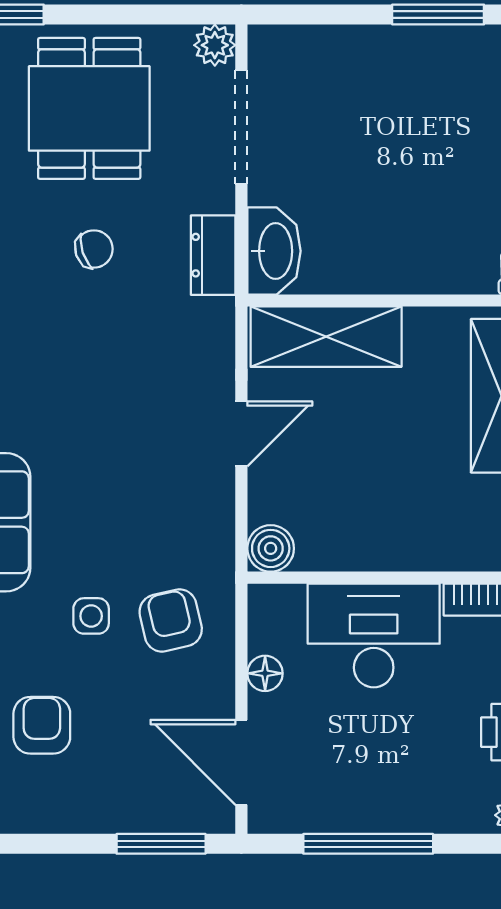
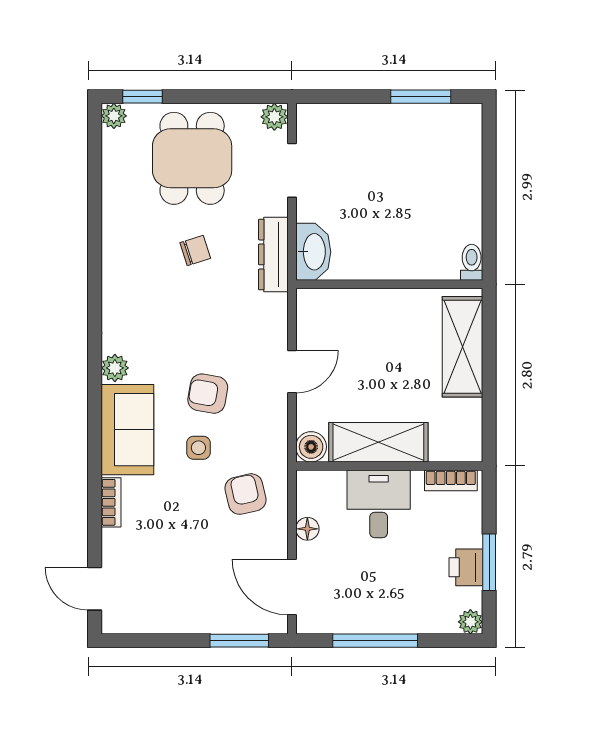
doorway: (241, 127) -> (292, 170), width x0.73
dresser: (213, 255) -> (273, 254), width x1.44
shelving: (326, 337) -> (378, 442), moved
side table: (91, 616) -> (198, 448), moved
desk: (374, 635) -> (379, 504), width x0.73
armchair: (42, 725) -> (208, 394), moved, turned -80

